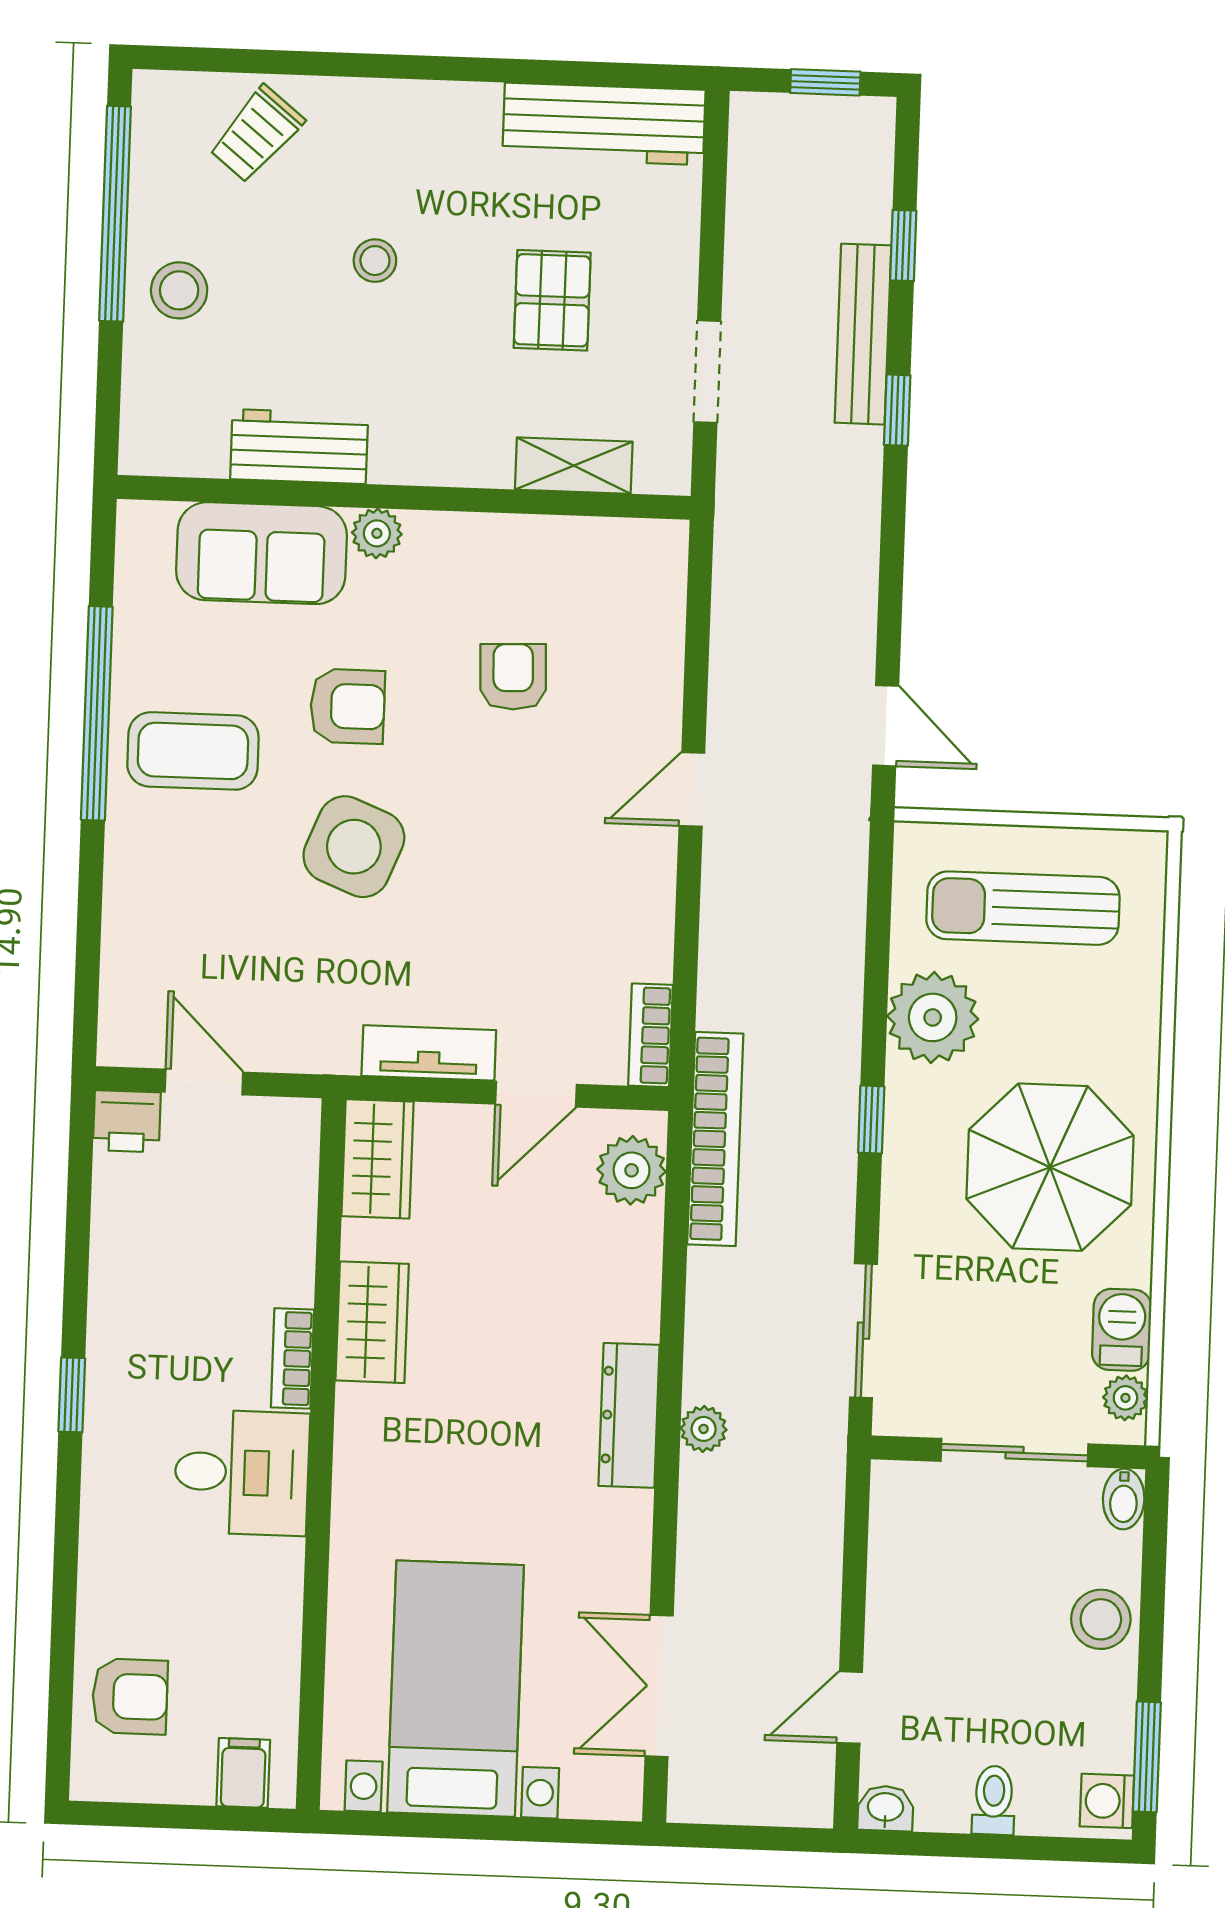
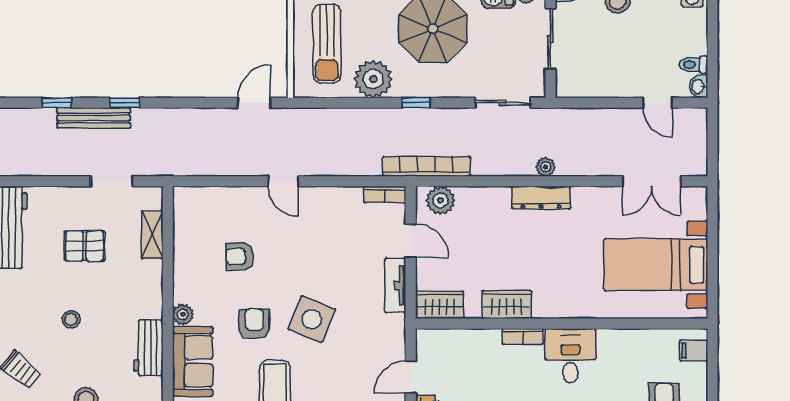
toilet: (994, 1800) -> (694, 65), moved

